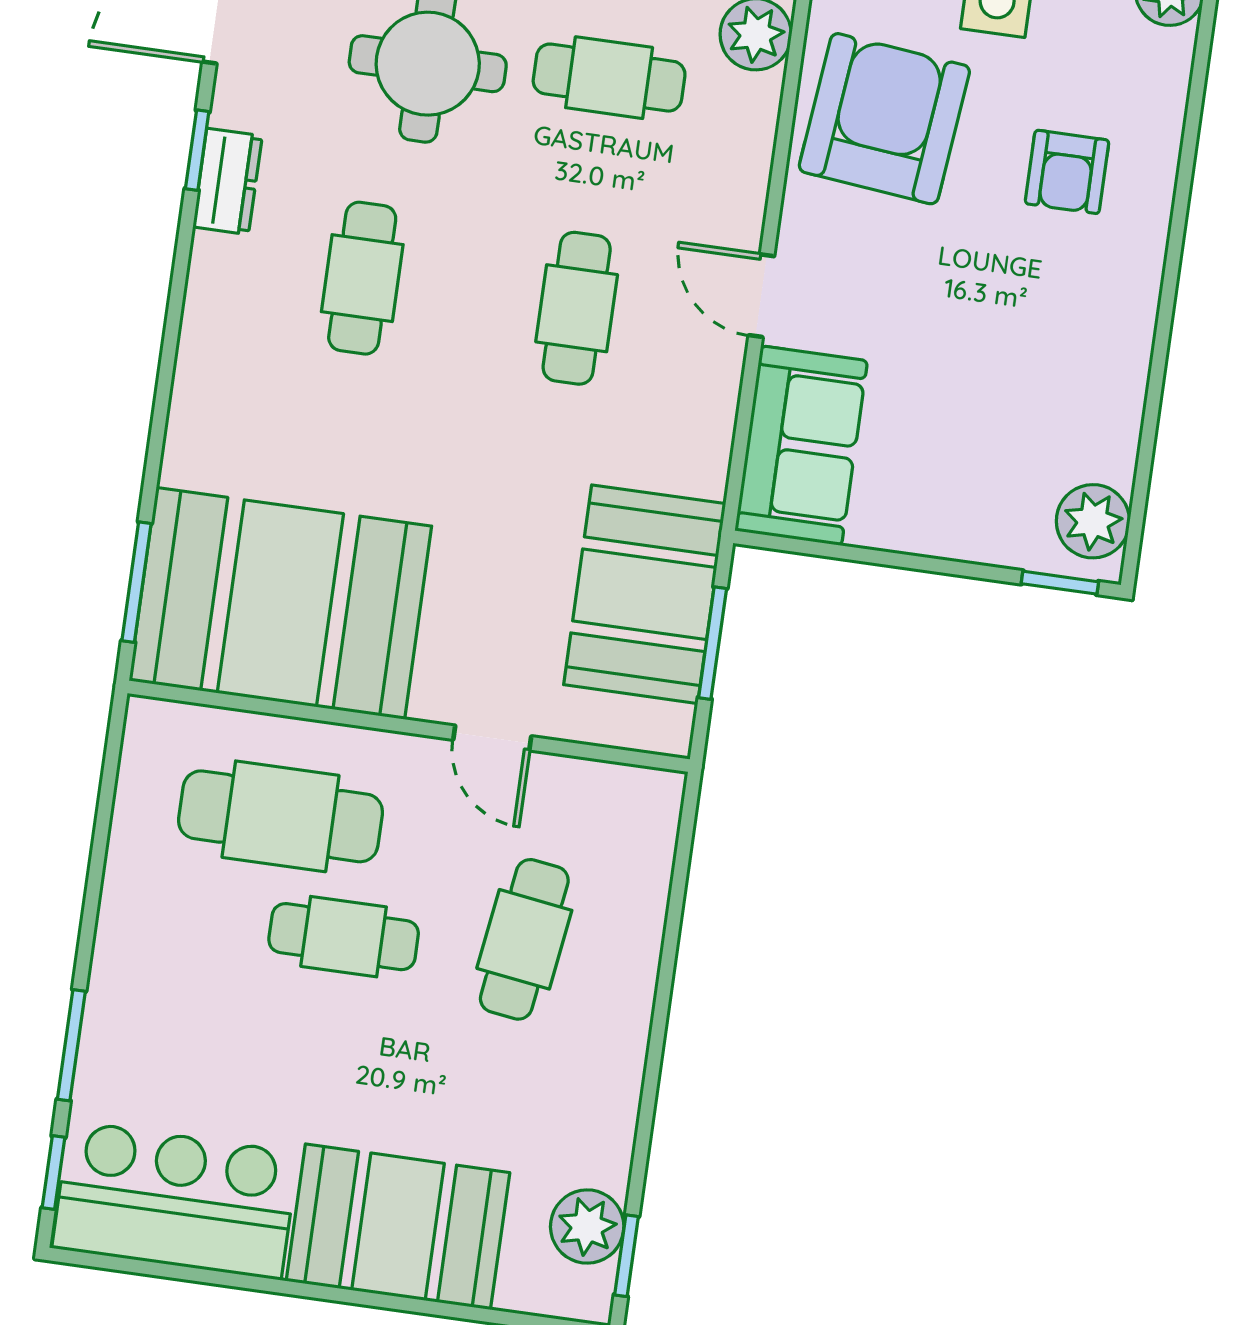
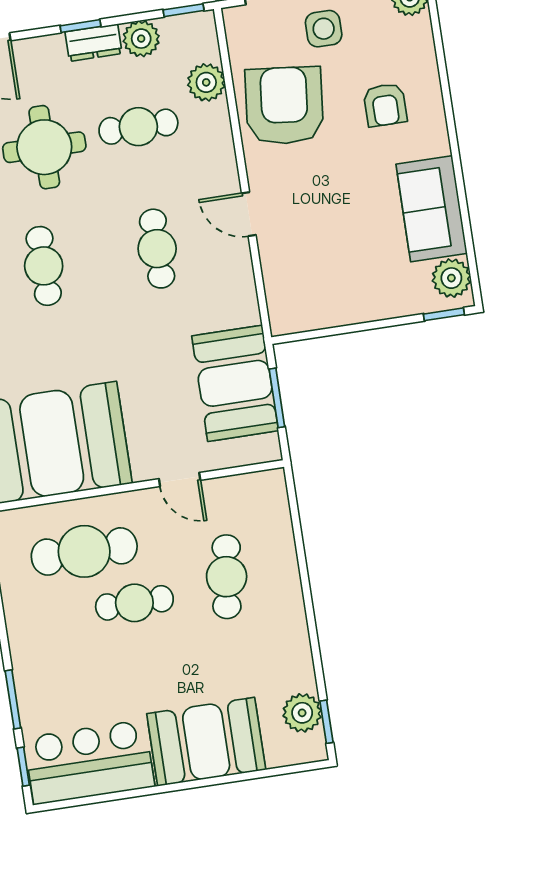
sofa: (801, 446) -> (431, 209), moved, turned 180

